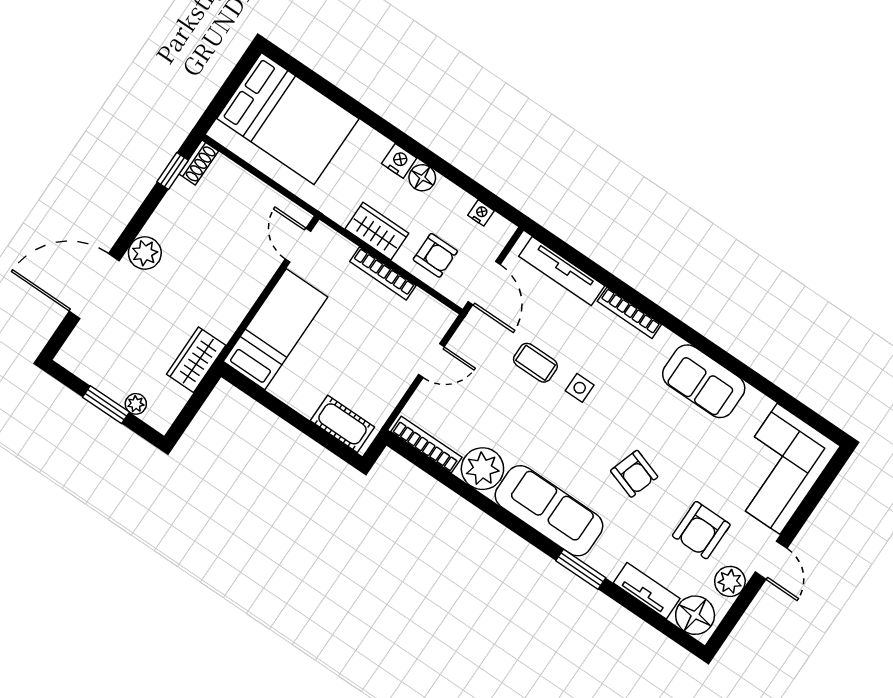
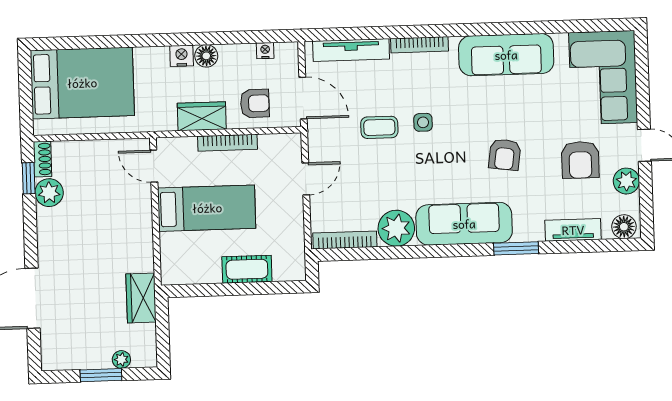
plant: (145, 253) -> (49, 193), moved
bed: (275, 329) -> (207, 208), moved, turned 90
sofa: (704, 381) -> (506, 55), width x1.36
cot: (342, 424) -> (247, 269), moved
armchair: (634, 474) -> (505, 155), turned 80
floor lamp: (695, 615) -> (624, 227), width x0.73, depth x0.73

